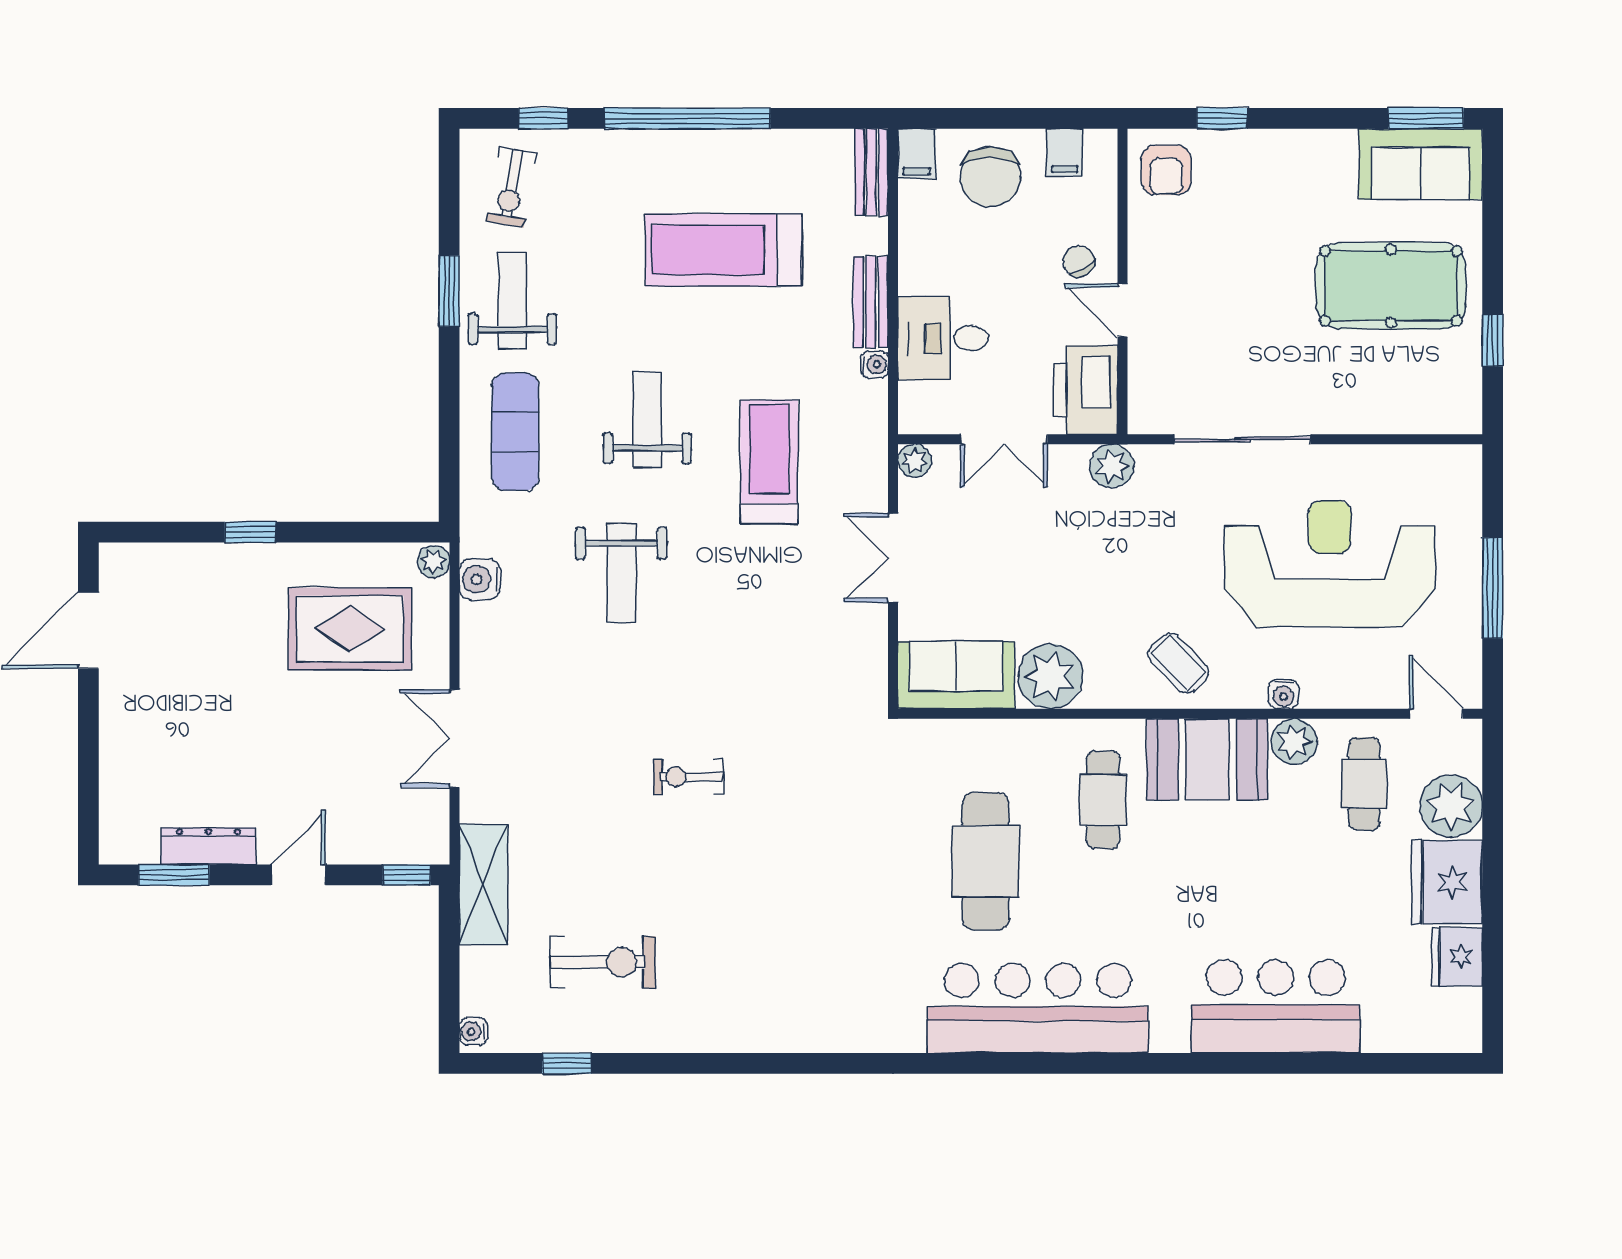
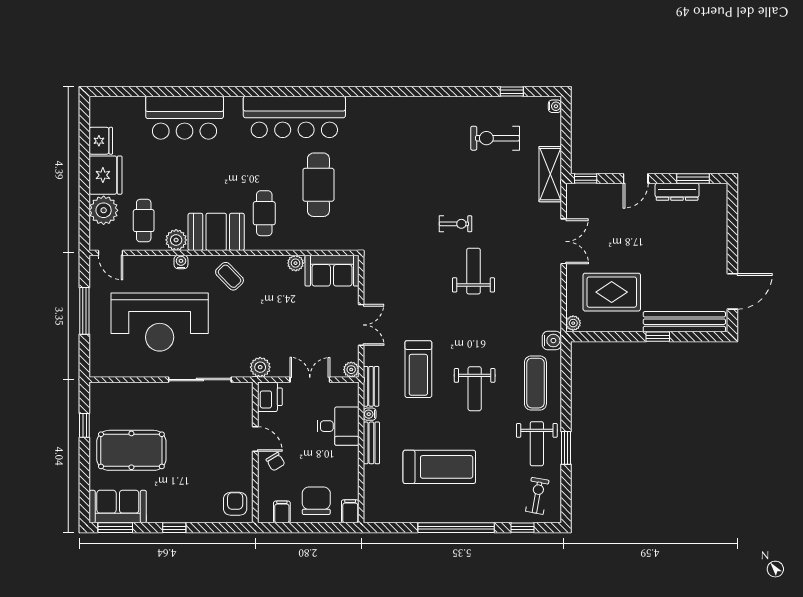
window: (1222, 118) -> (174, 528), moved
bench: (871, 172) -> (371, 386), moved
printer: (1086, 390) -> (270, 397), width x0.73, depth x0.84
bench: (193, 565) -> (684, 322), added
weight bench: (621, 573) -> (473, 271), moved
water cooler: (480, 579) -> (552, 341), moved
plant: (1050, 676) -> (296, 263), width x0.53, depth x0.53

